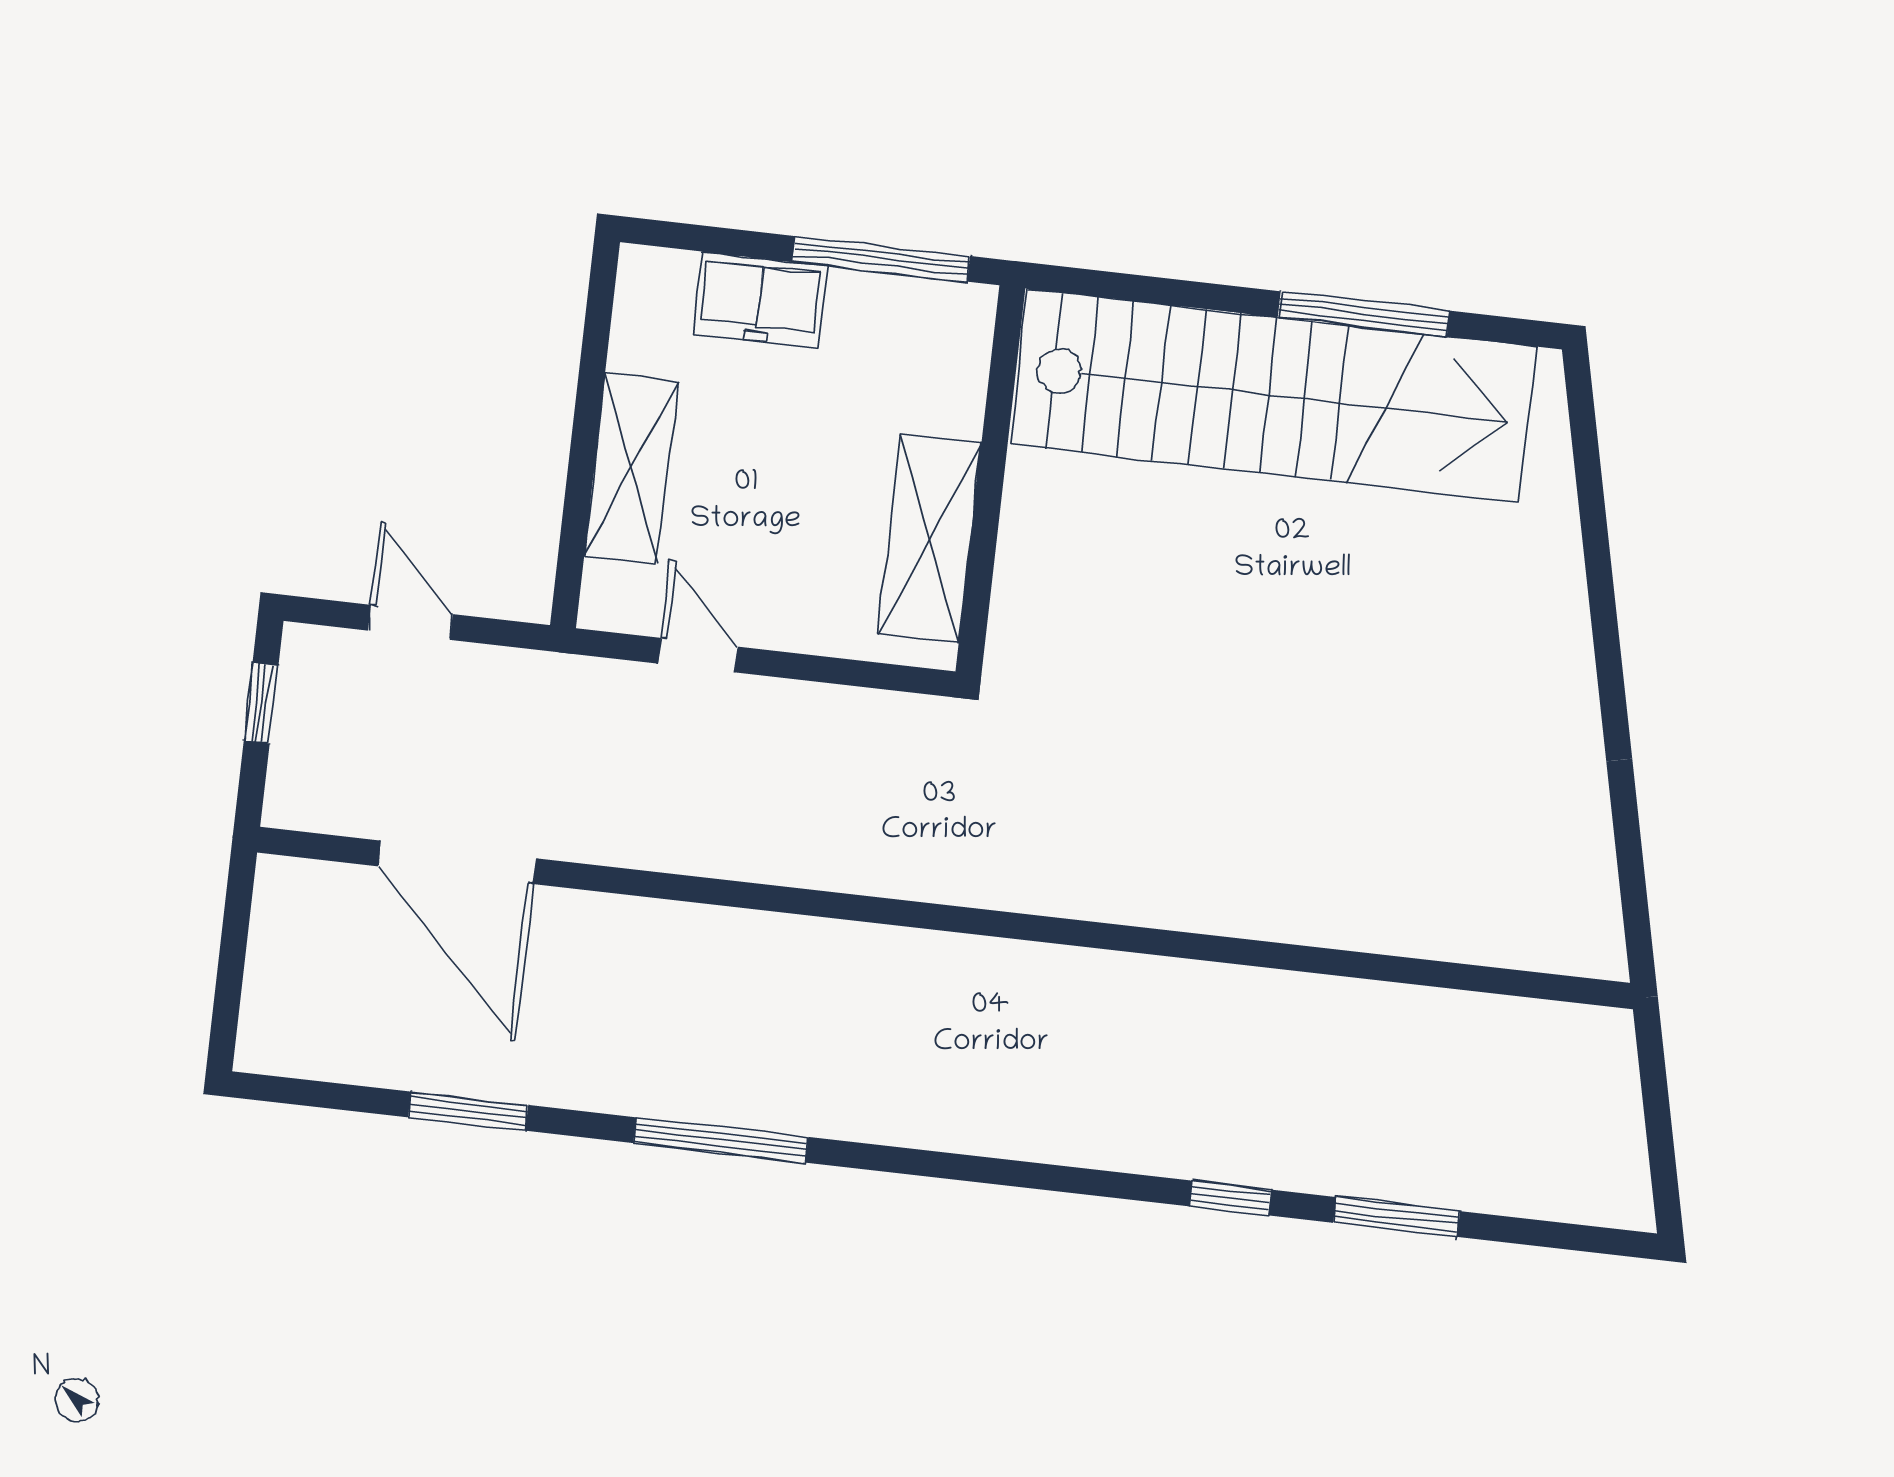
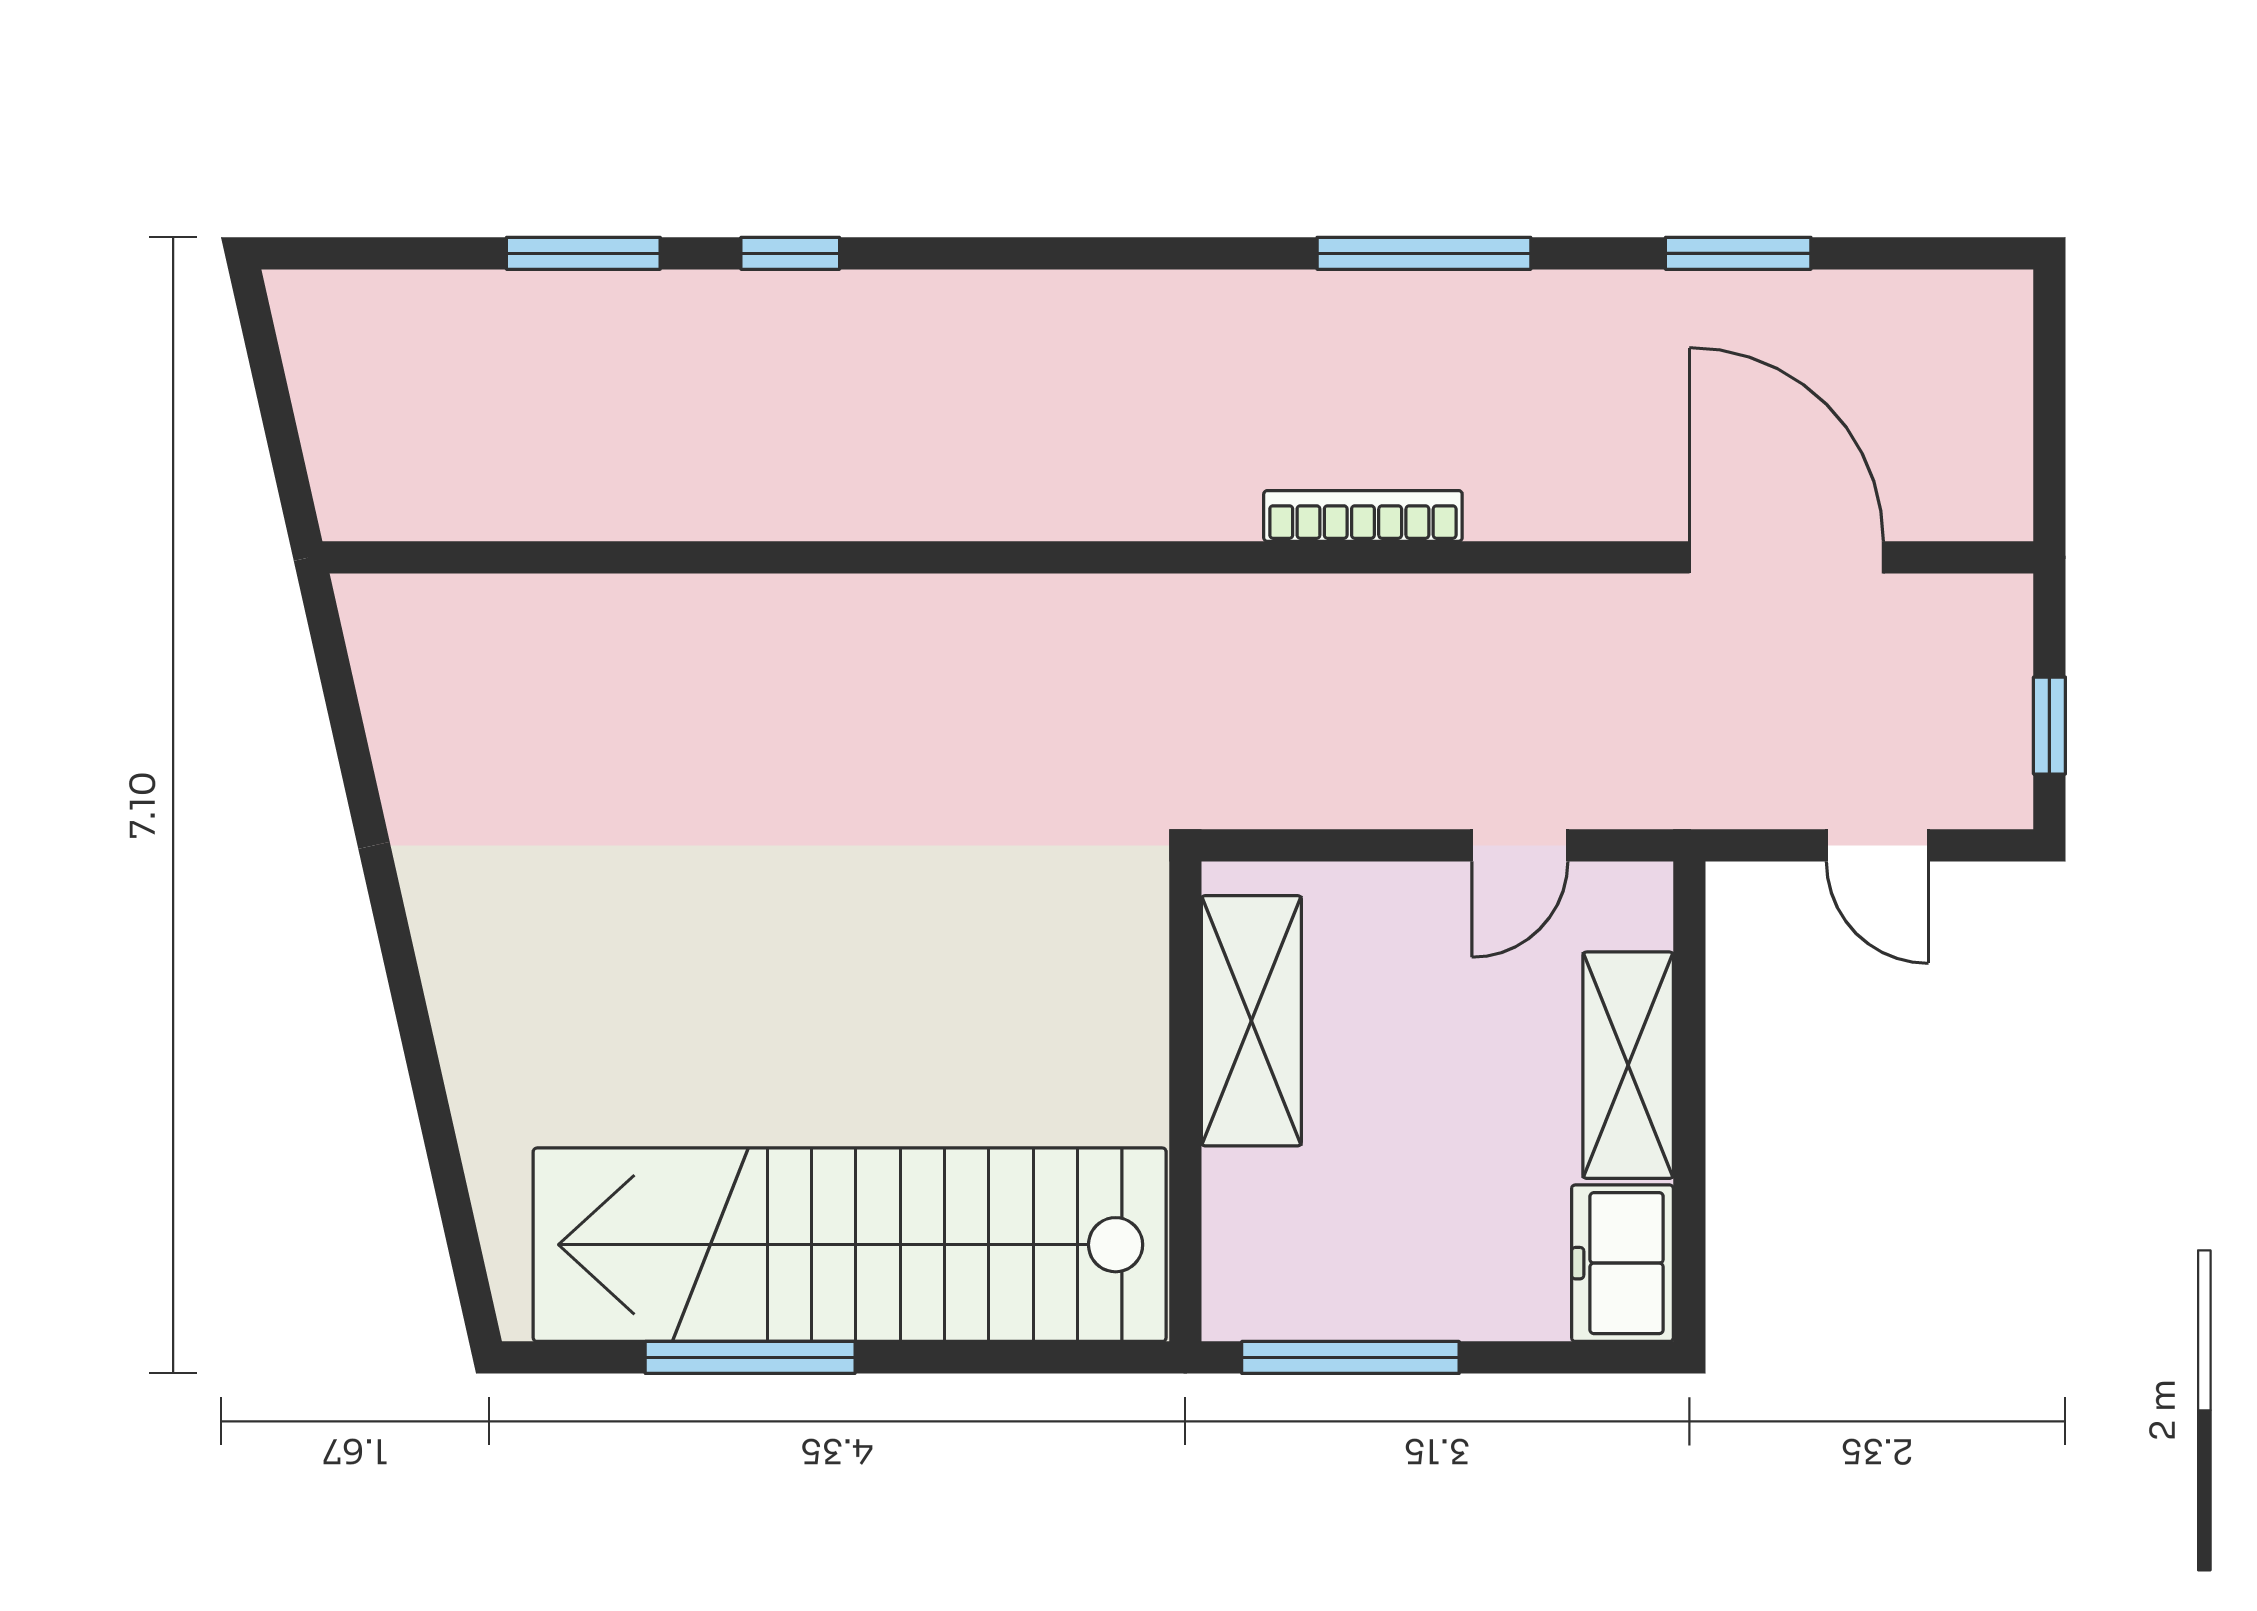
freezer: (760, 300) -> (1622, 1263), moved, turned -90
door: (698, 655) -> (1520, 845), hinge flipped
bookcase: (794, 934) -> (1363, 516), added

